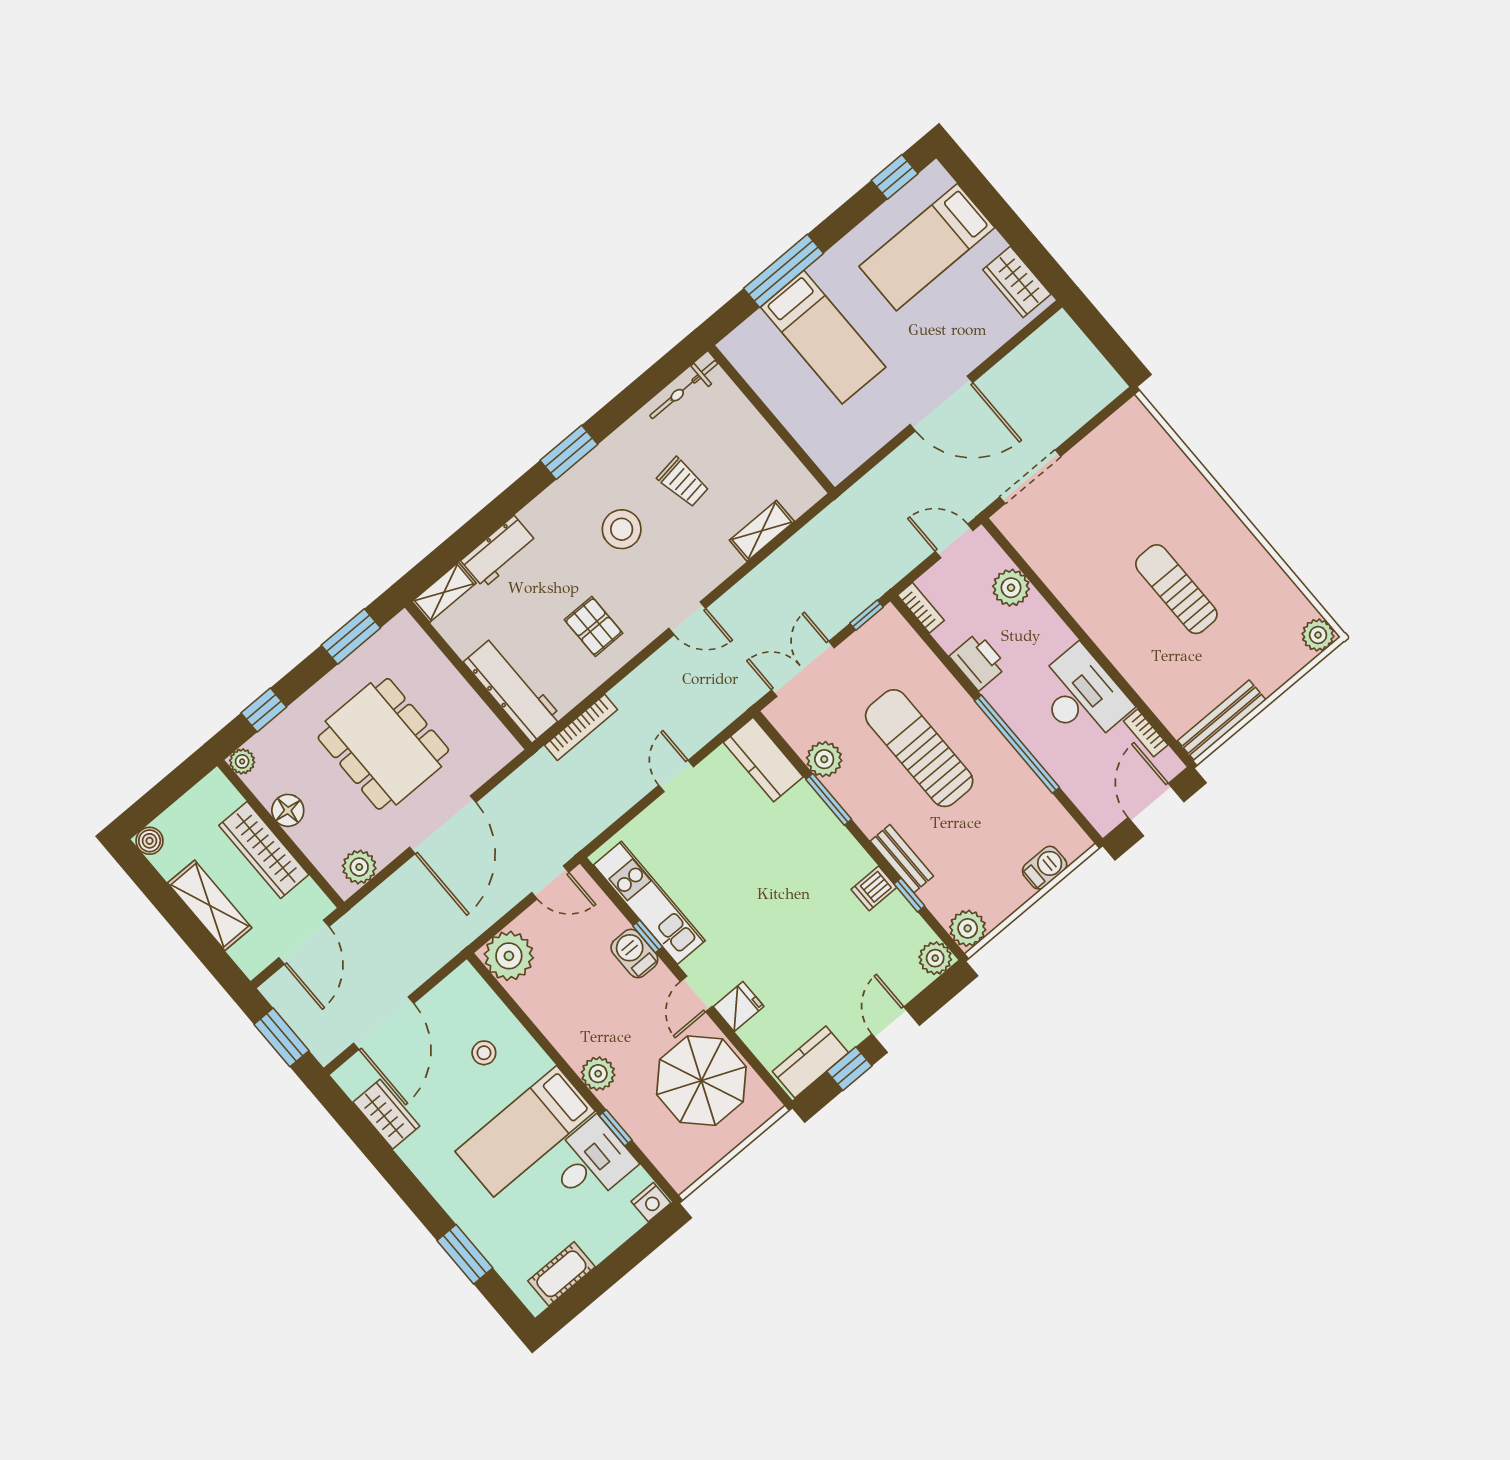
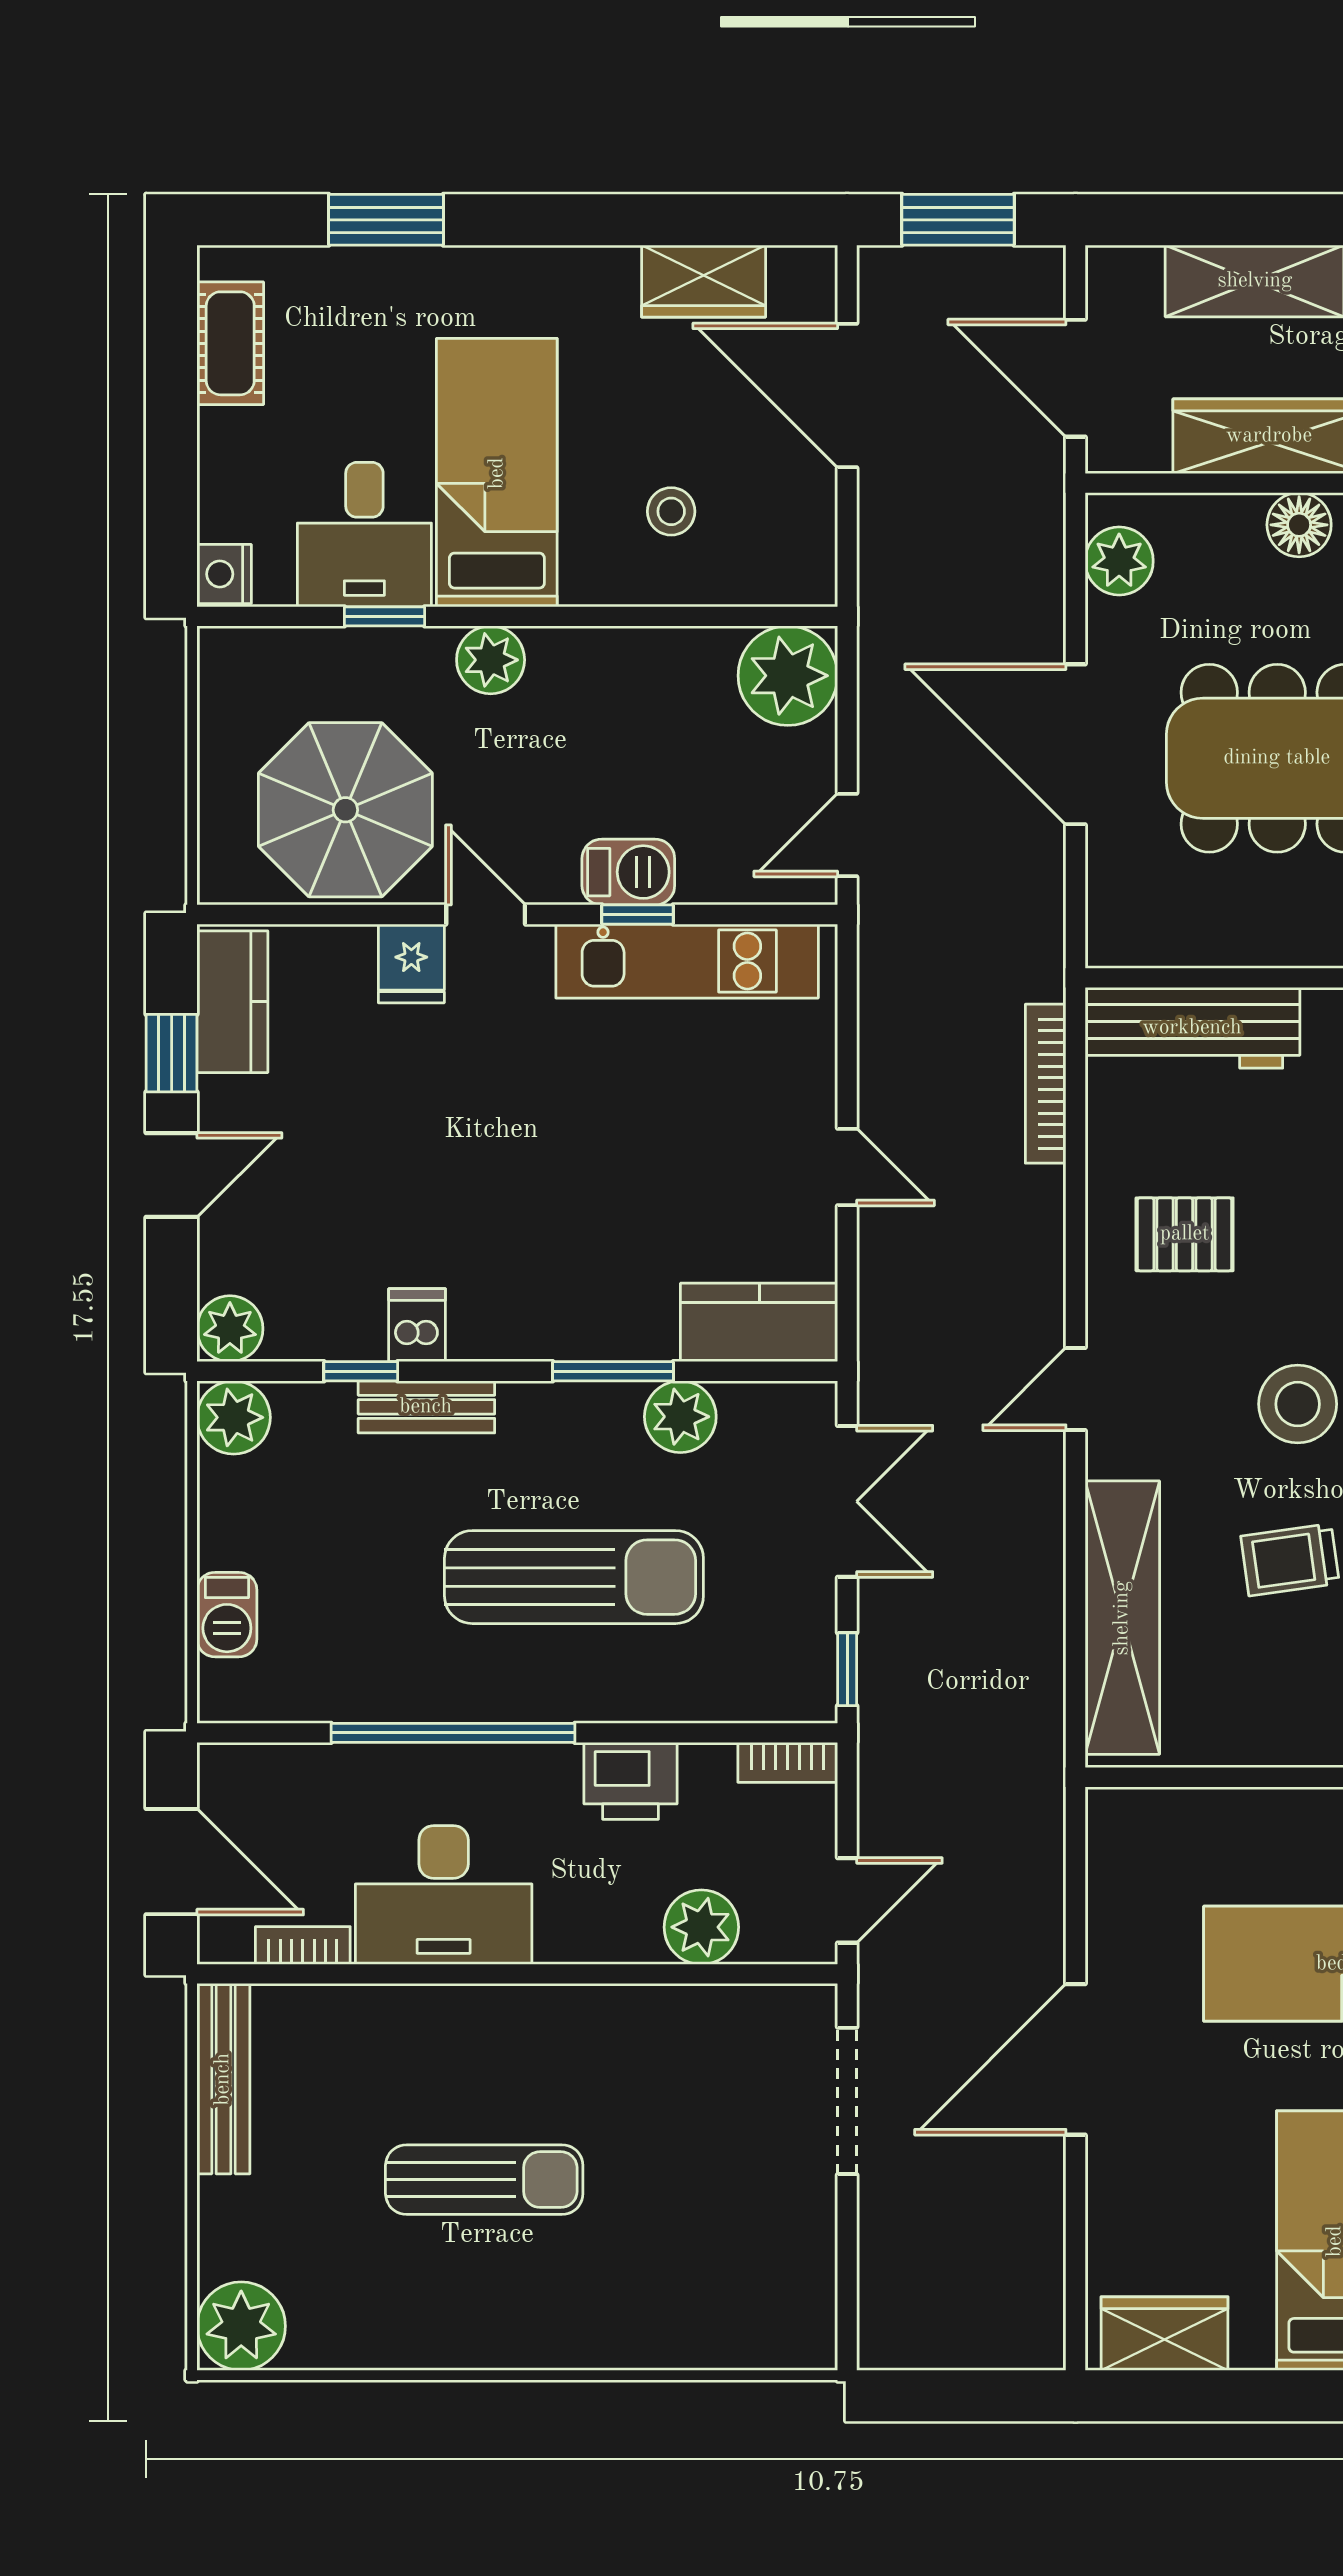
shelving: (762, 531) -> (1122, 1618), width x2.20, depth x1.33
plant: (1318, 635) -> (241, 2326), width x1.36, depth x1.36
door: (896, 1030) -> (172, 1175), hinge flipped

